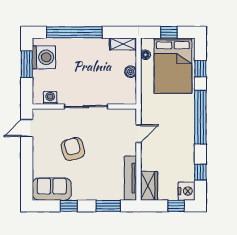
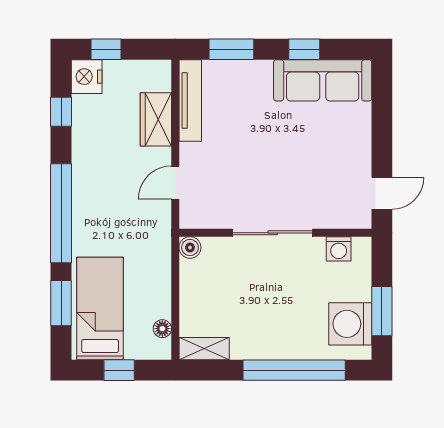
bed: (173, 66) -> (100, 309), width x0.67
window: (200, 69) -> (61, 303), width x1.50
boiler: (131, 72) -> (190, 248), moved
armchair: (73, 149) -> (297, 154), removed
wardrobe: (149, 186) -> (156, 119), moved
sofa: (52, 189) -> (323, 80), width x1.36

